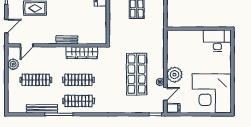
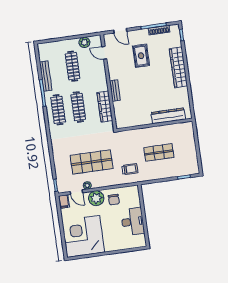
trolley: (150, 36) -> (130, 169), added
desk: (217, 41) -> (133, 222), moved
chair: (178, 57) -> (114, 200), added

